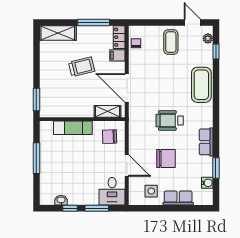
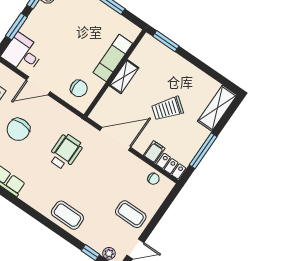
trolley: (82, 67) -> (167, 109), turned 52
coffee table: (201, 85) -> (67, 215), width x0.73, depth x0.76
shelving: (108, 111) -> (124, 77), moved
wheelchair: (170, 121) -> (65, 152), moved
chair: (110, 137) -> (79, 88), turned 92

